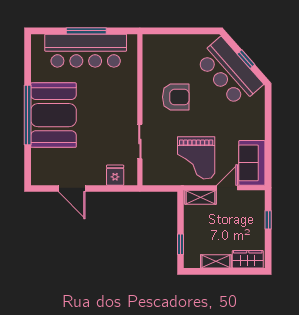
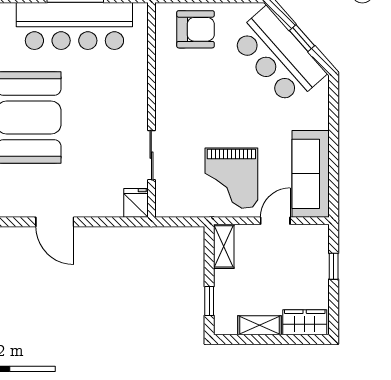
armchair: (176, 97) -> (195, 29), moved
sofa: (252, 163) -> (311, 174), width x1.36
fridge: (115, 175) -> (136, 203), moved
shelving: (201, 197) -> (224, 246), moved, turned 90

